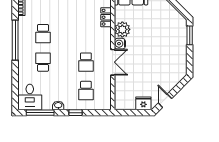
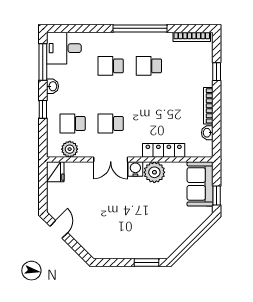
locker: (106, 17) -> (164, 150), width x1.53
school desk: (43, 62) -> (111, 66), turned 180
plant: (105, 93) -> (70, 149), added
door: (165, 101) -> (59, 229), hinge flipped
fridge: (143, 103) -> (55, 172), moved

